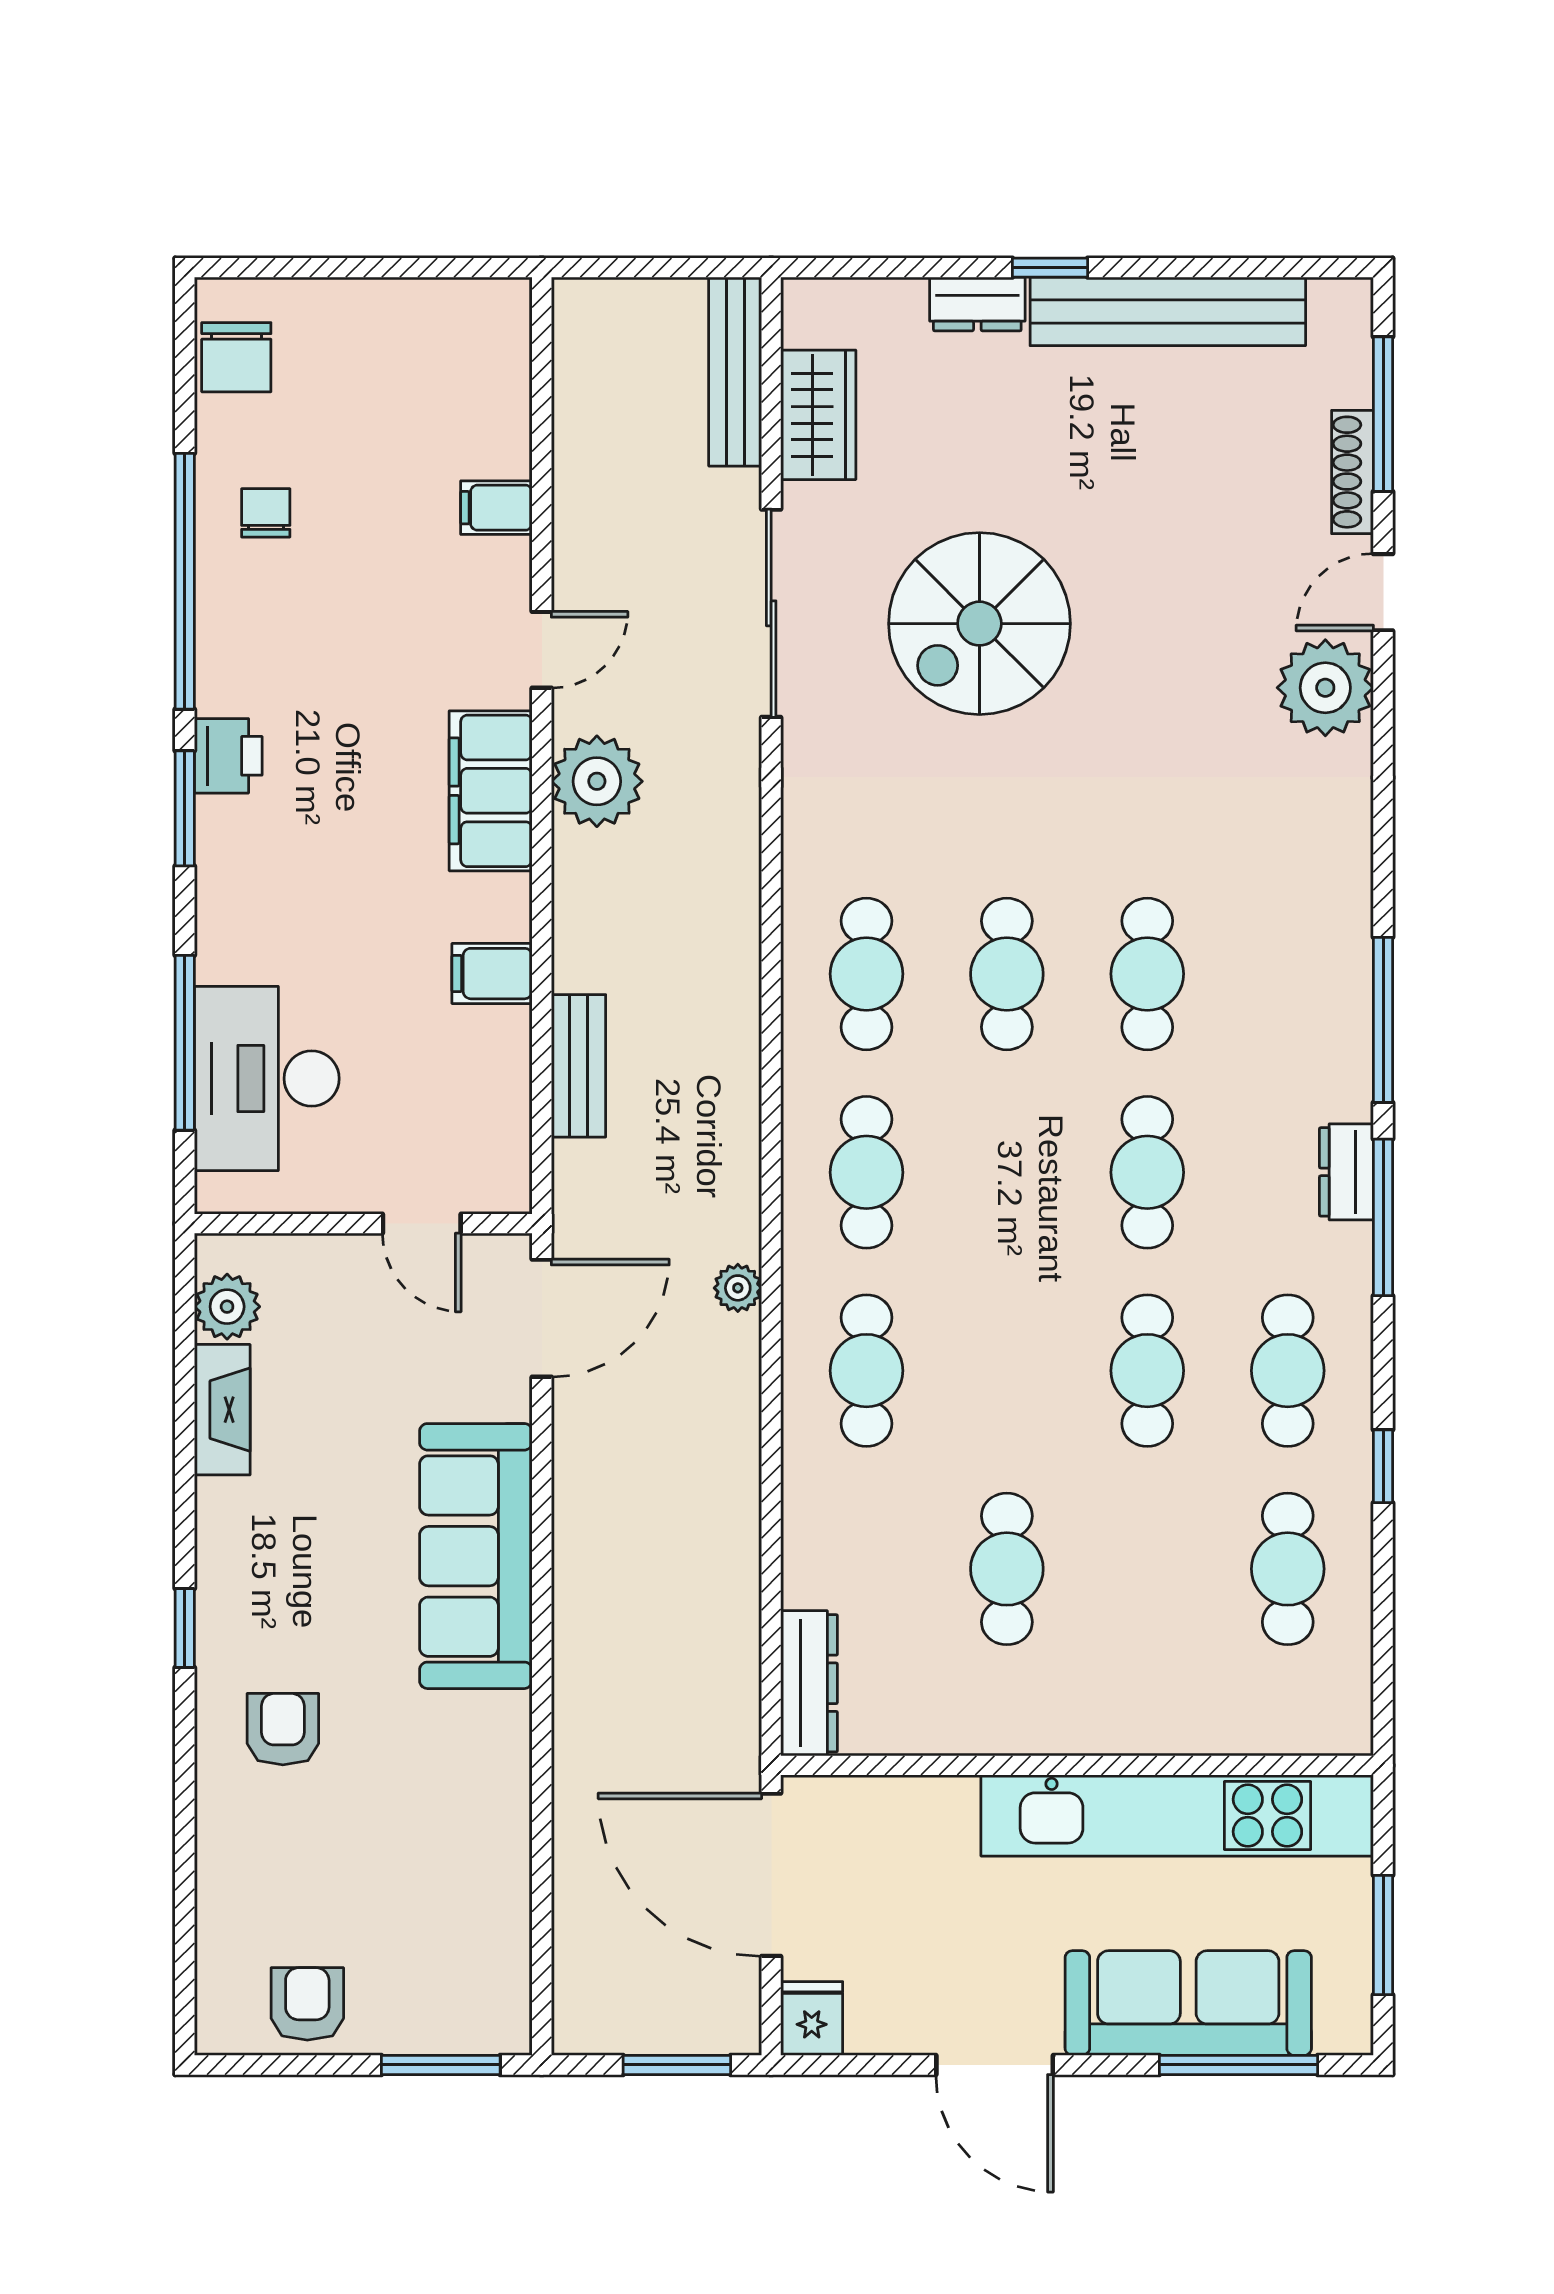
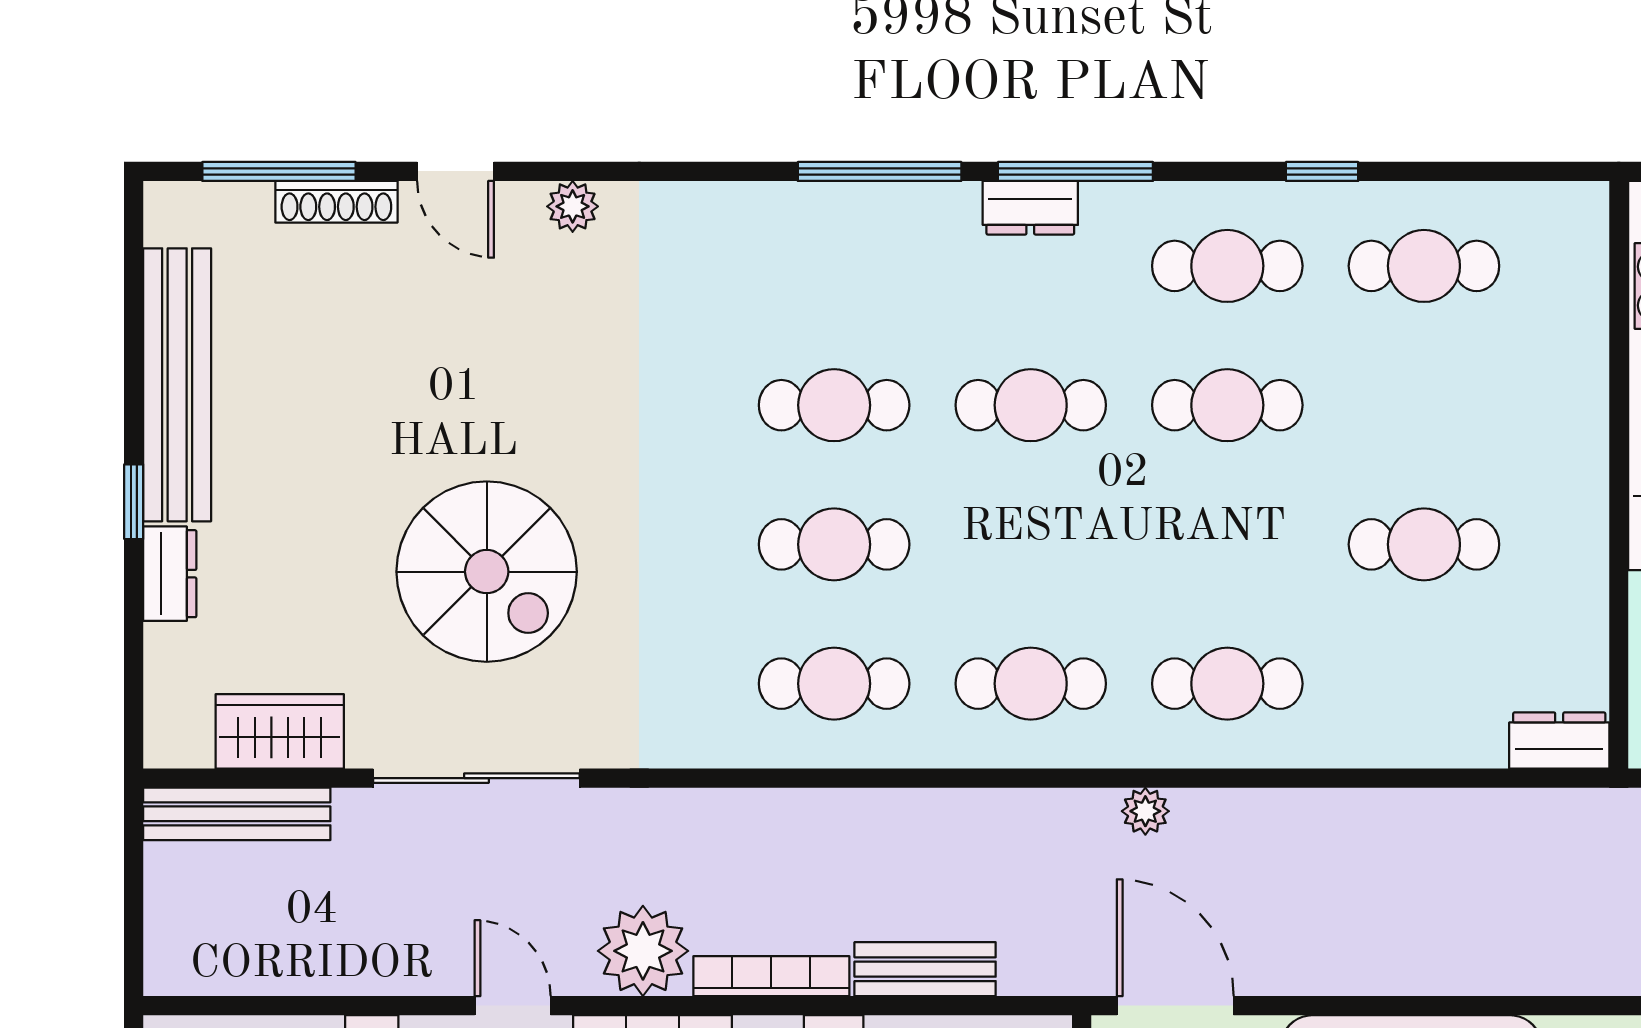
plant: (1325, 688) -> (573, 206), width x0.53, depth x0.53
bookcase: (571, 911) -> (771, 976), added
dresser: (809, 1683) -> (1559, 740), width x0.70

